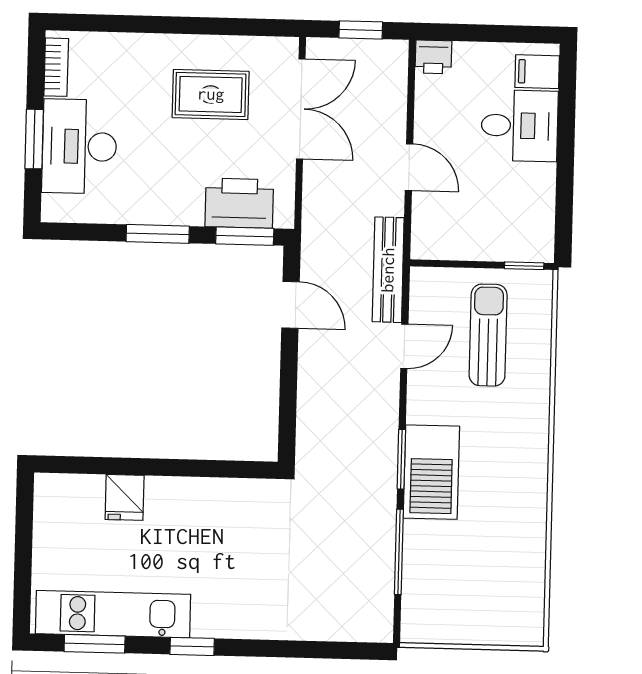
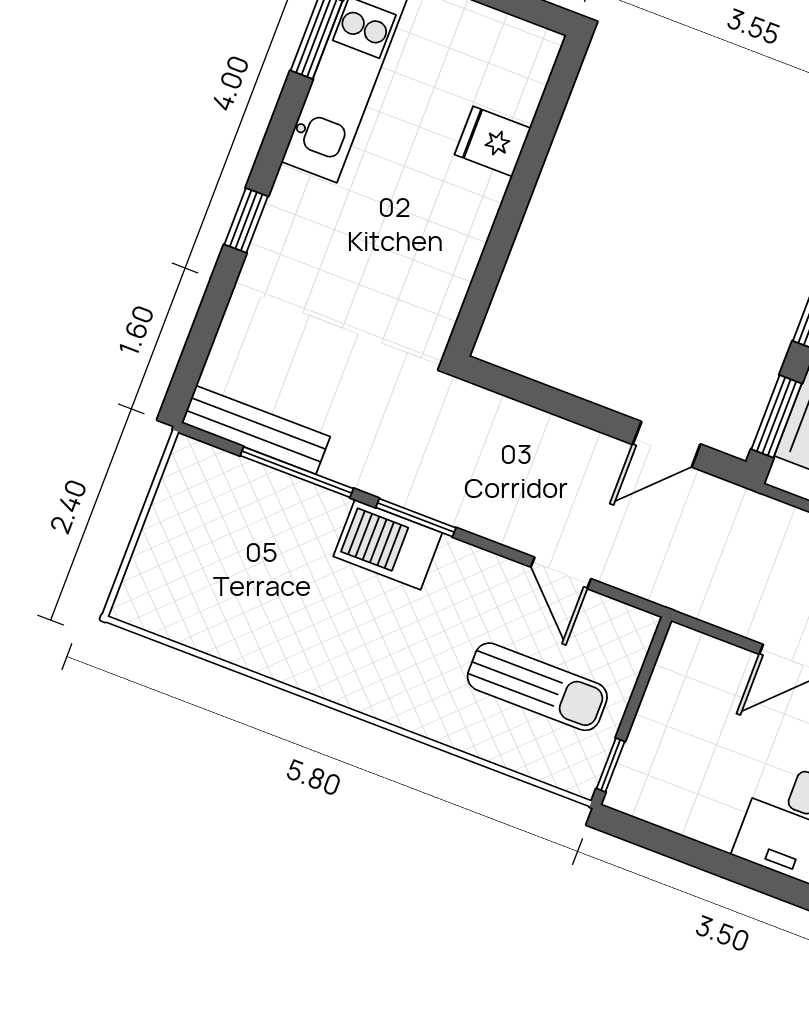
bench: (388, 270) -> (256, 430), moved
barbecue: (431, 472) -> (388, 545), width x0.73, depth x0.83
window: (192, 646) -> (246, 220), moved

